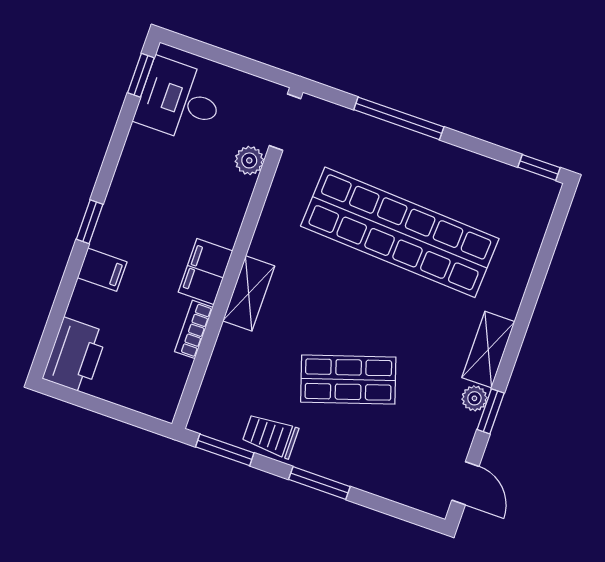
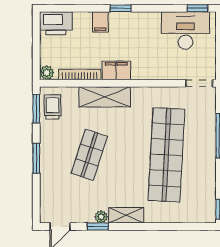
desk: (180, 100) -> (185, 30), width x1.37
plant: (249, 160) -> (47, 73), moved
shelving: (249, 293) -> (105, 97), width x1.50, depth x1.33
bookcase: (194, 329) -> (80, 74), width x1.56
shop shelf: (348, 380) -> (89, 155), turned 36
trolley: (270, 436) -> (53, 107), moved

